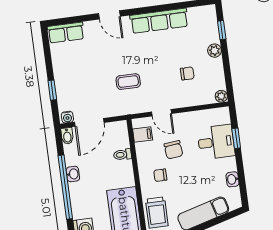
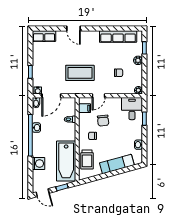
row of seats: (159, 21) -> (118, 36), moved
coffee table: (128, 82) -> (80, 73), width x1.86, depth x1.72
door: (161, 113) -> (99, 96), hinge flipped
desk: (216, 142) -> (132, 109), moved, turned -90

